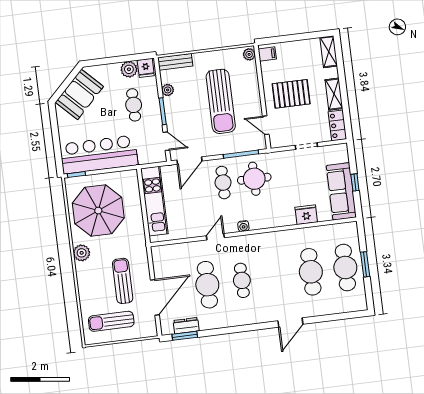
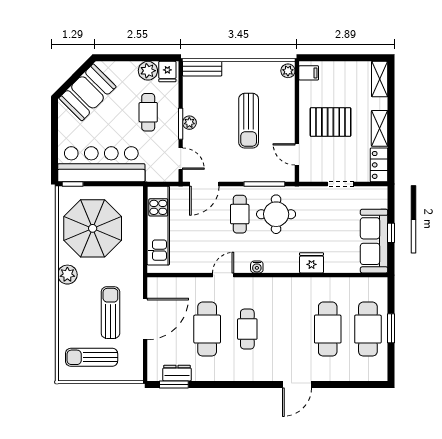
plant: (168, 90) -> (189, 123), moved
sun lounger: (221, 101) -> (249, 121), width x0.73, depth x0.75
fridge: (306, 215) -> (312, 263), moved
door: (155, 297) -> (145, 319), moved

